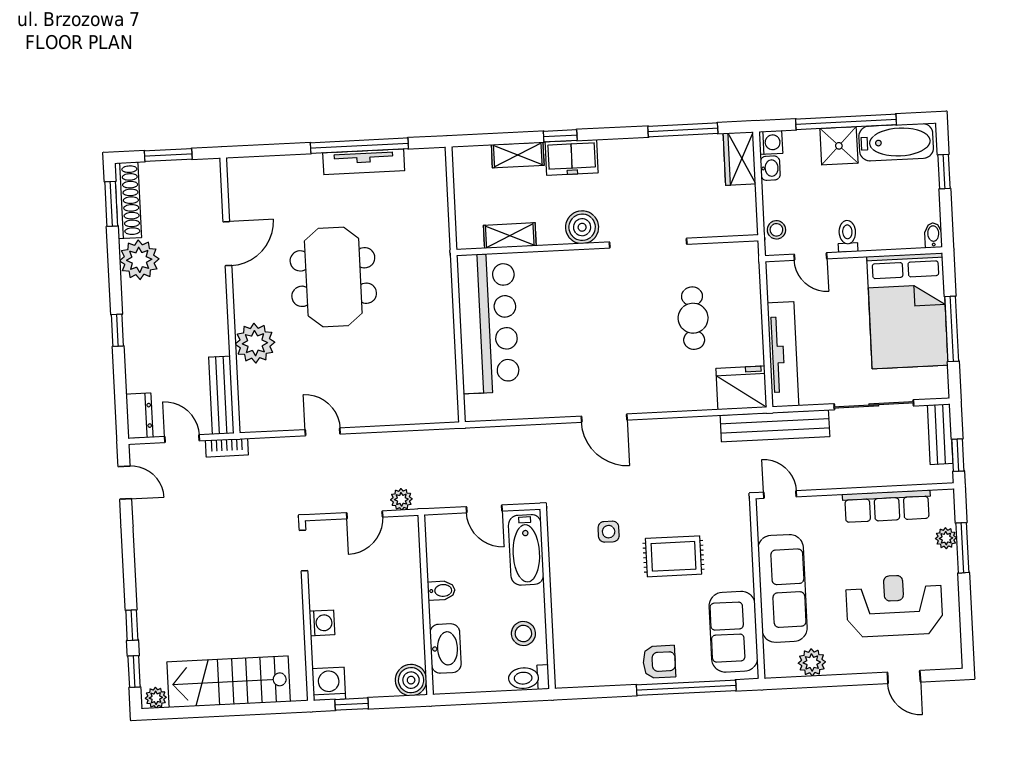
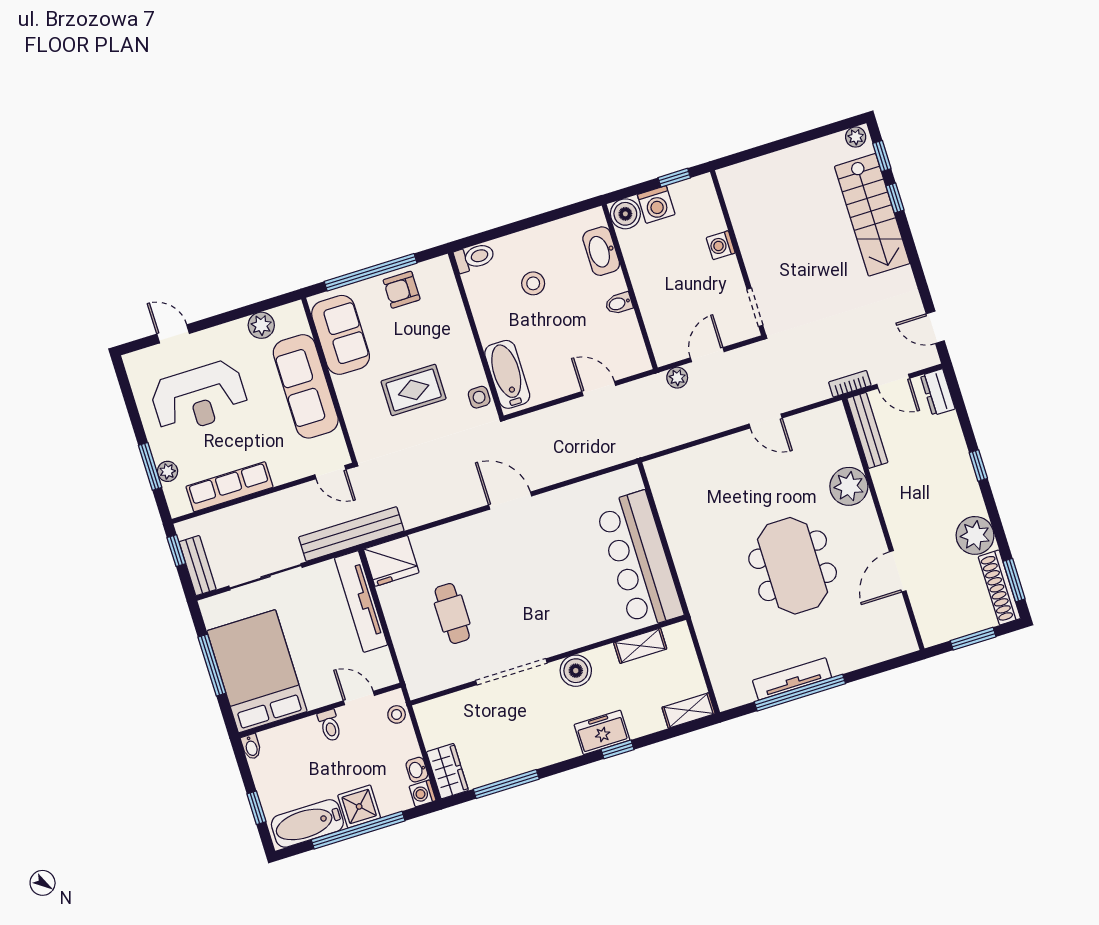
shelving: (518, 155) -> (689, 710), moved
bathtub: (526, 550) -> (507, 374), moved
wall: (548, 599) -> (476, 334), moved
toilet: (529, 678) -> (474, 257), moved
stairs: (229, 682) -> (872, 215), moved, turned 90
washing machine: (329, 684) -> (656, 205), moved

